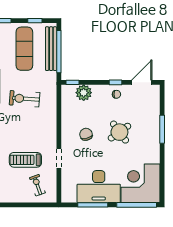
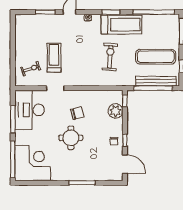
round table: (119, 132) -> (71, 138), moved, turned 36
desk: (99, 187) -> (30, 110), moved

